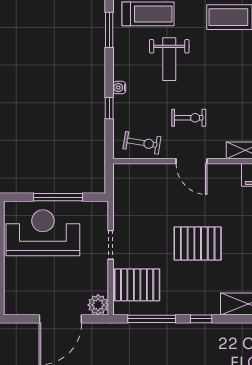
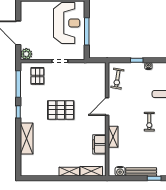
exercise bike: (189, 118) -> (149, 122), moved
pallet: (198, 243) -> (61, 110), turned 90
pallet: (137, 285) -> (37, 76), width x0.67, depth x0.71

